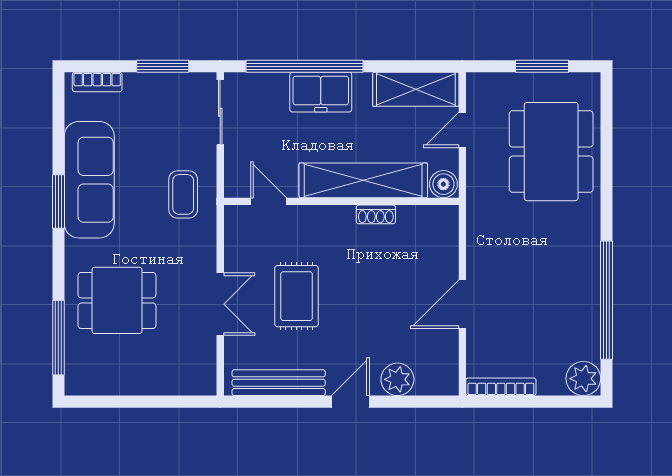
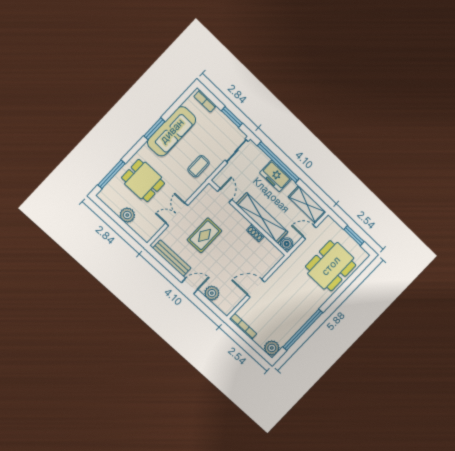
double door: (220, 304) -> (177, 214), swing flipped
plant: (143, 379) -> (127, 215), added

